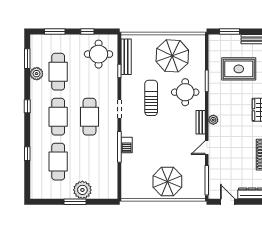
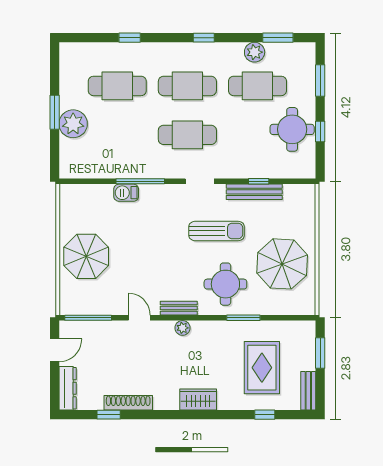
round table: (99, 54) -> (292, 129), moved
bench: (126, 57) -> (254, 192), moved
barbecue: (127, 145) -> (126, 193), moved

